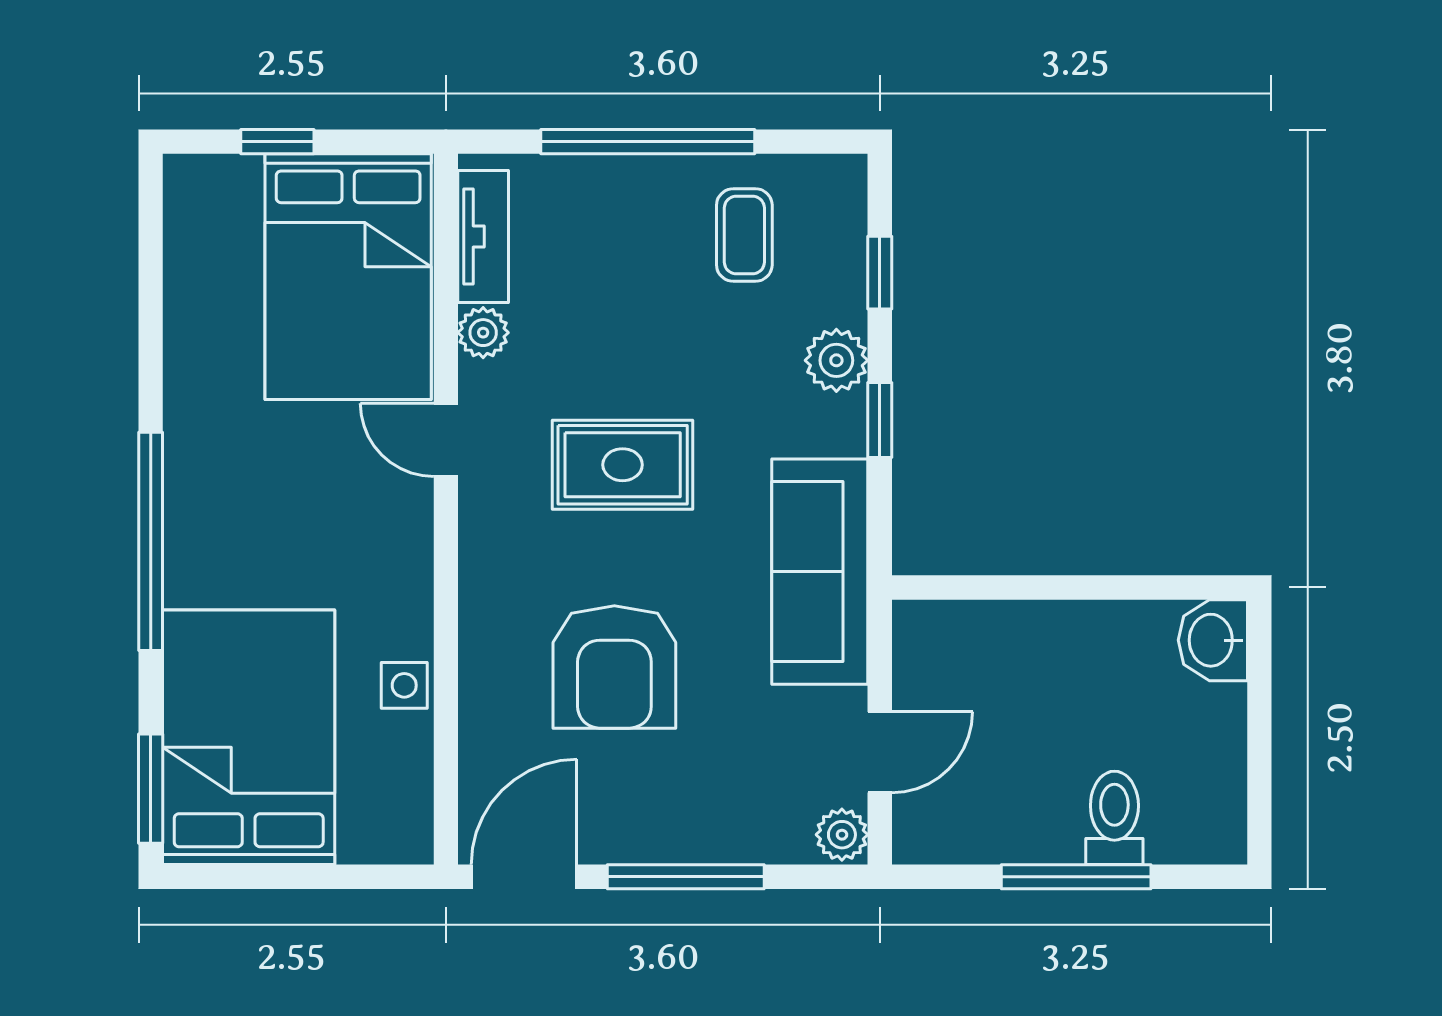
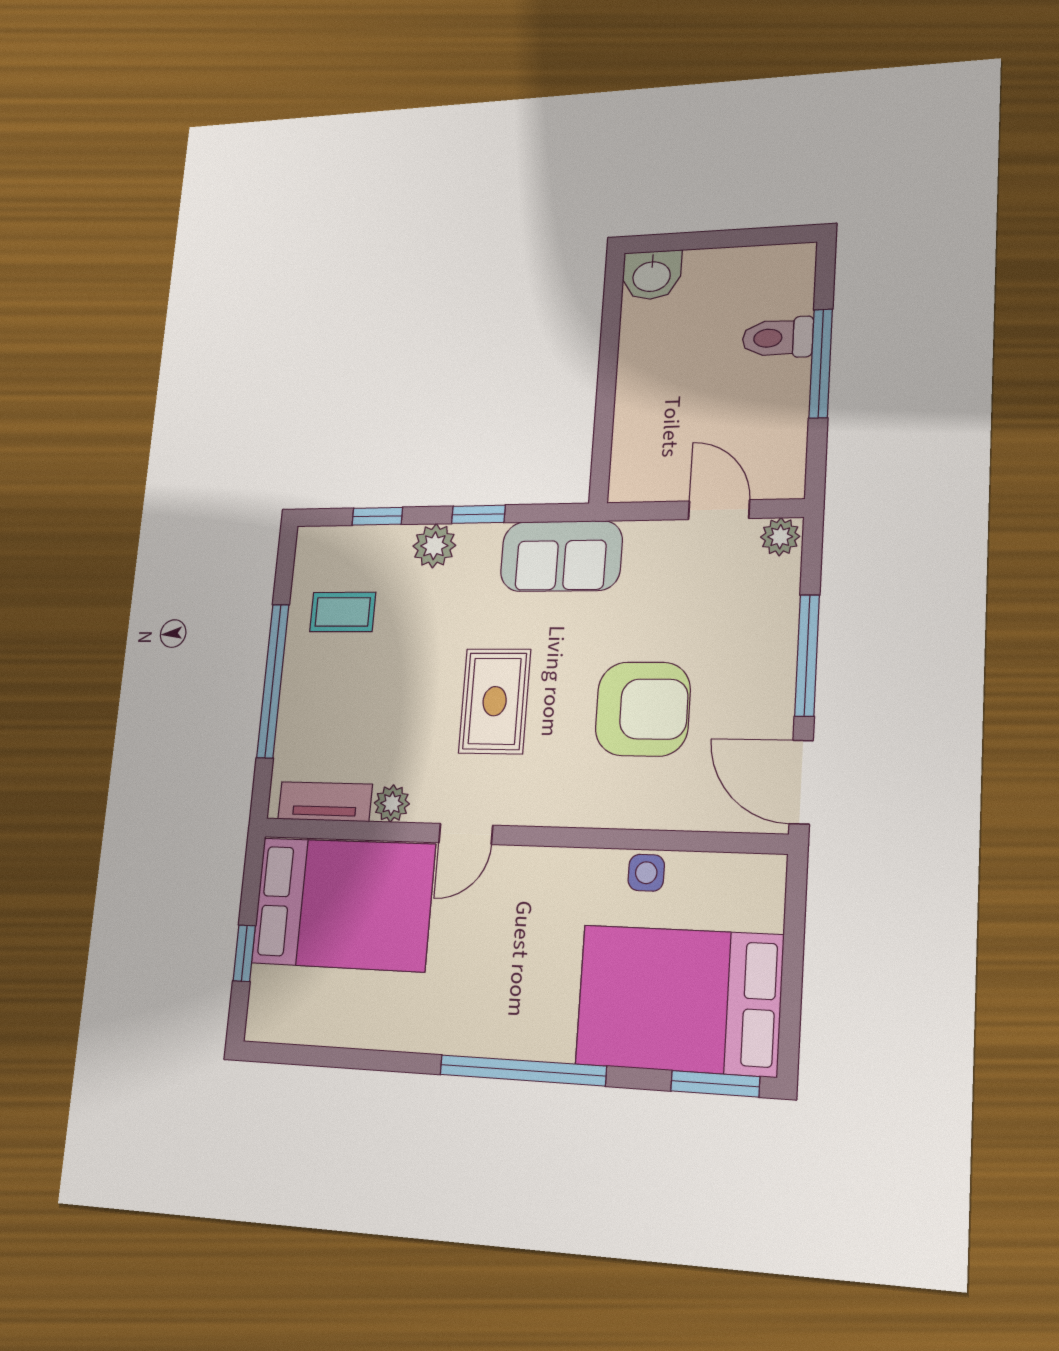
sofa: (820, 572) -> (561, 556), width x0.73

